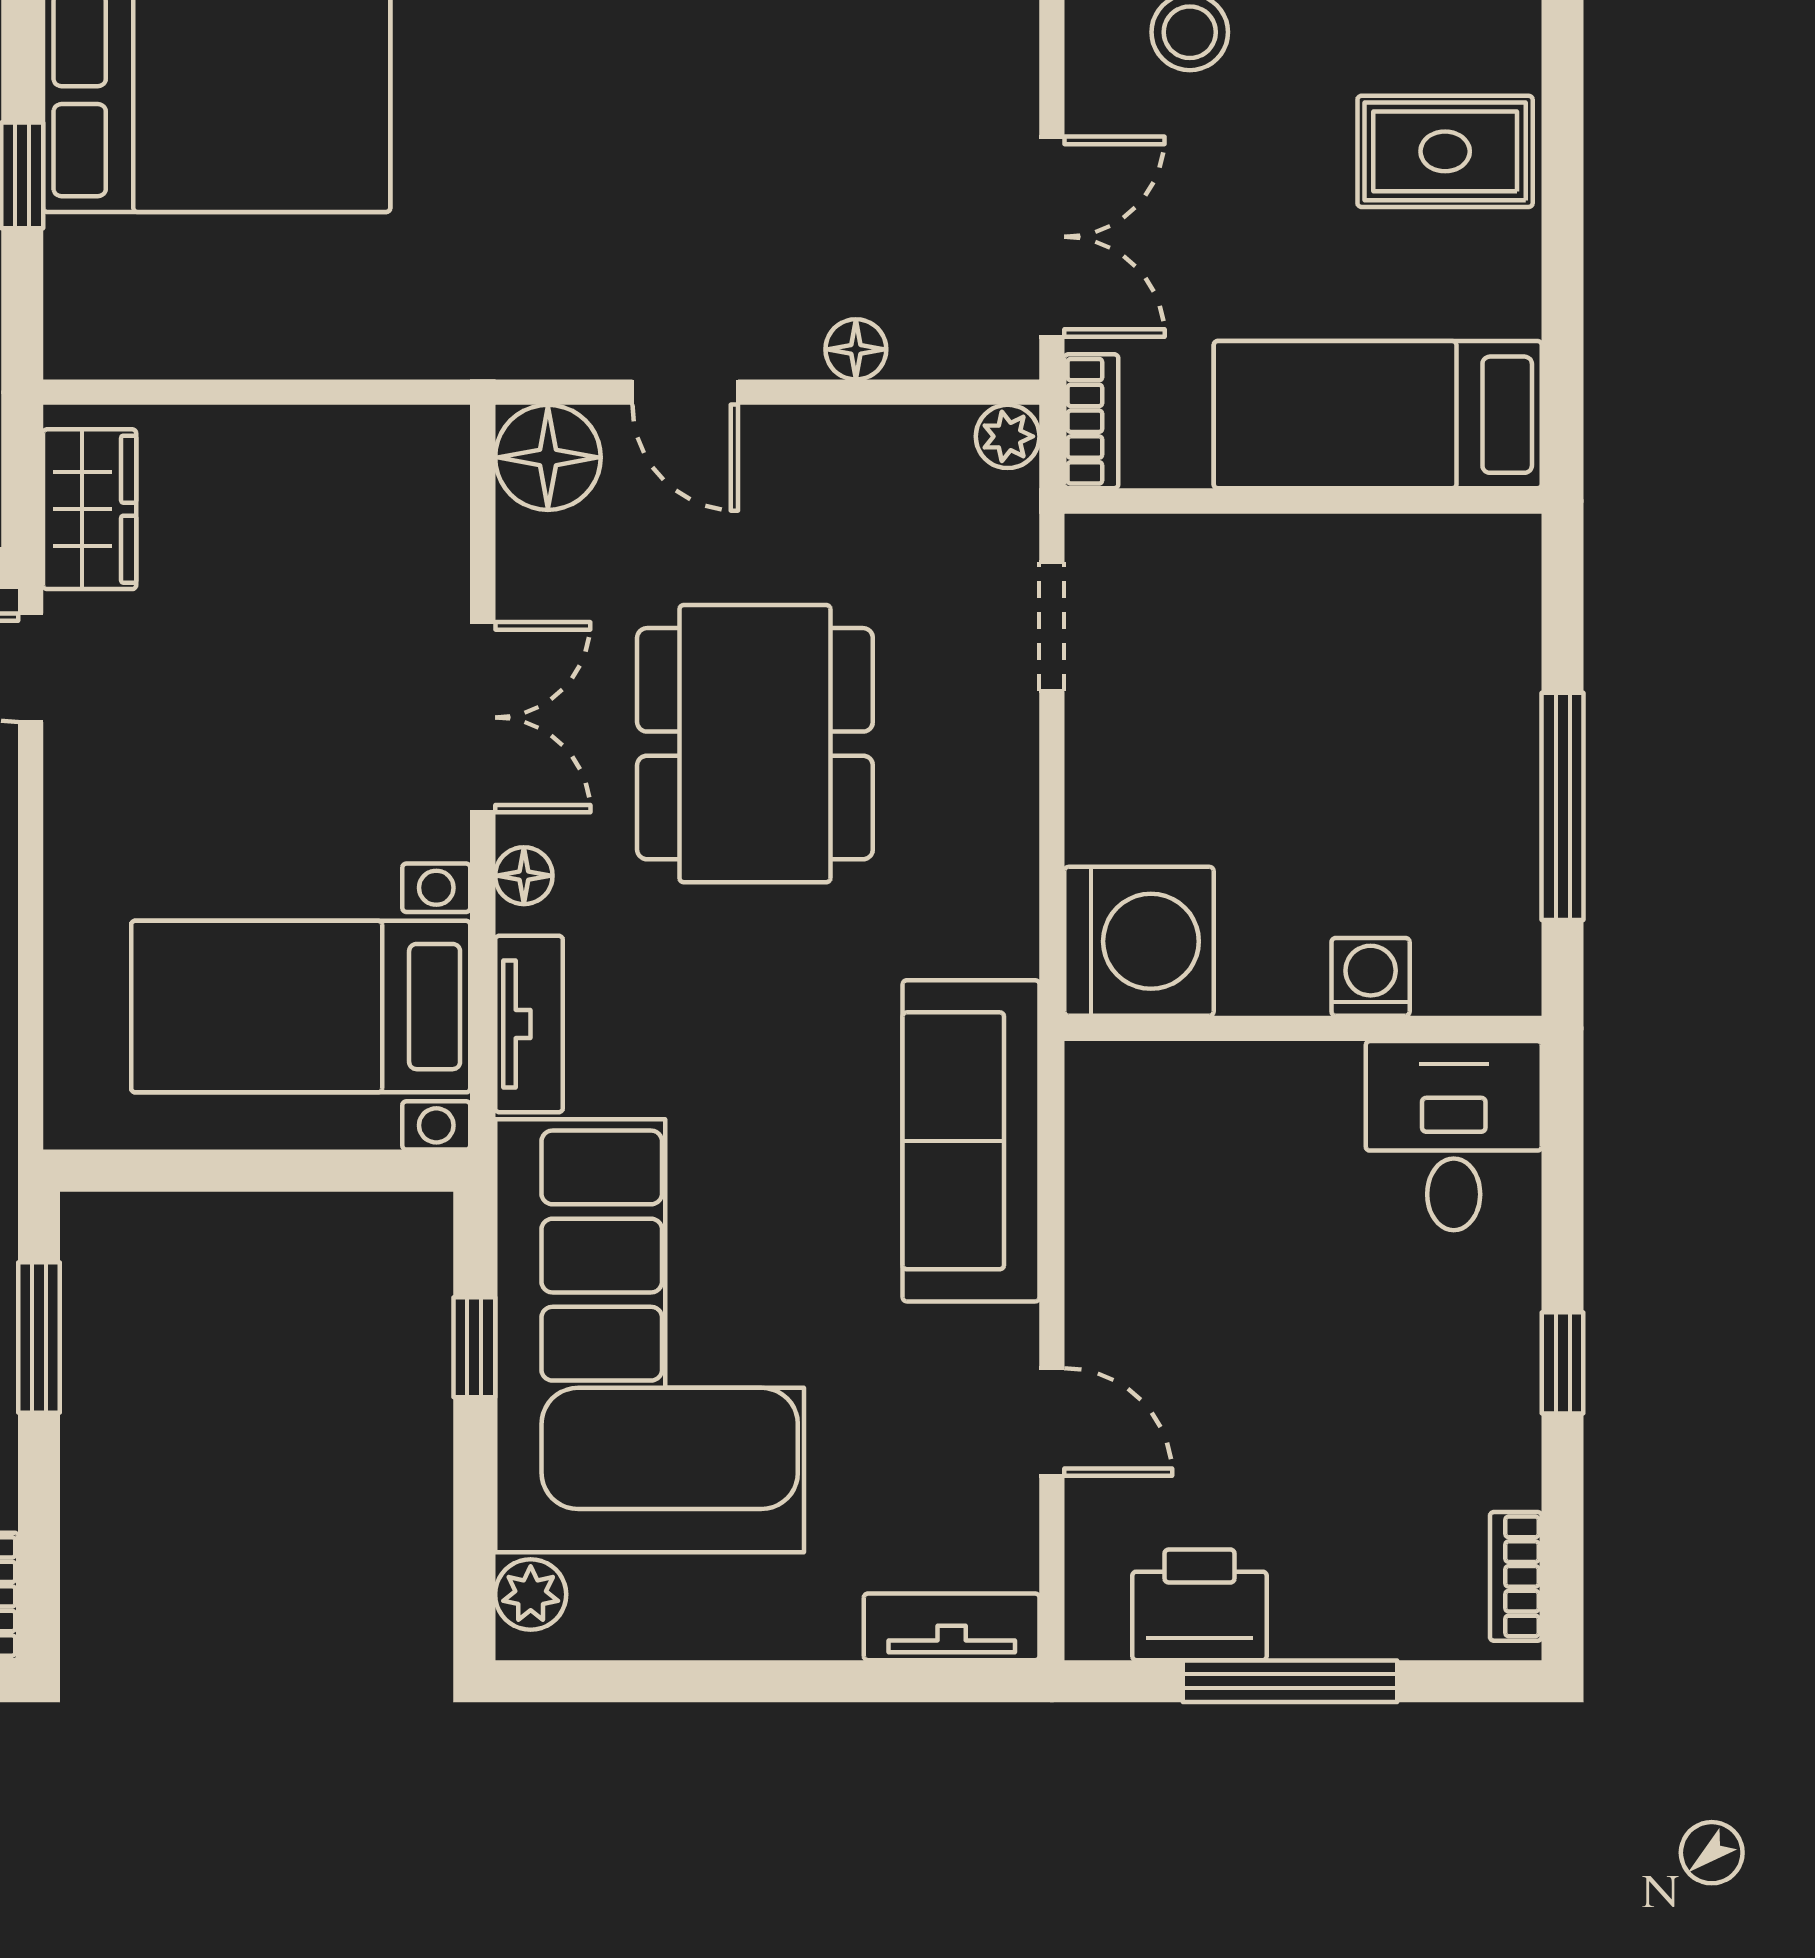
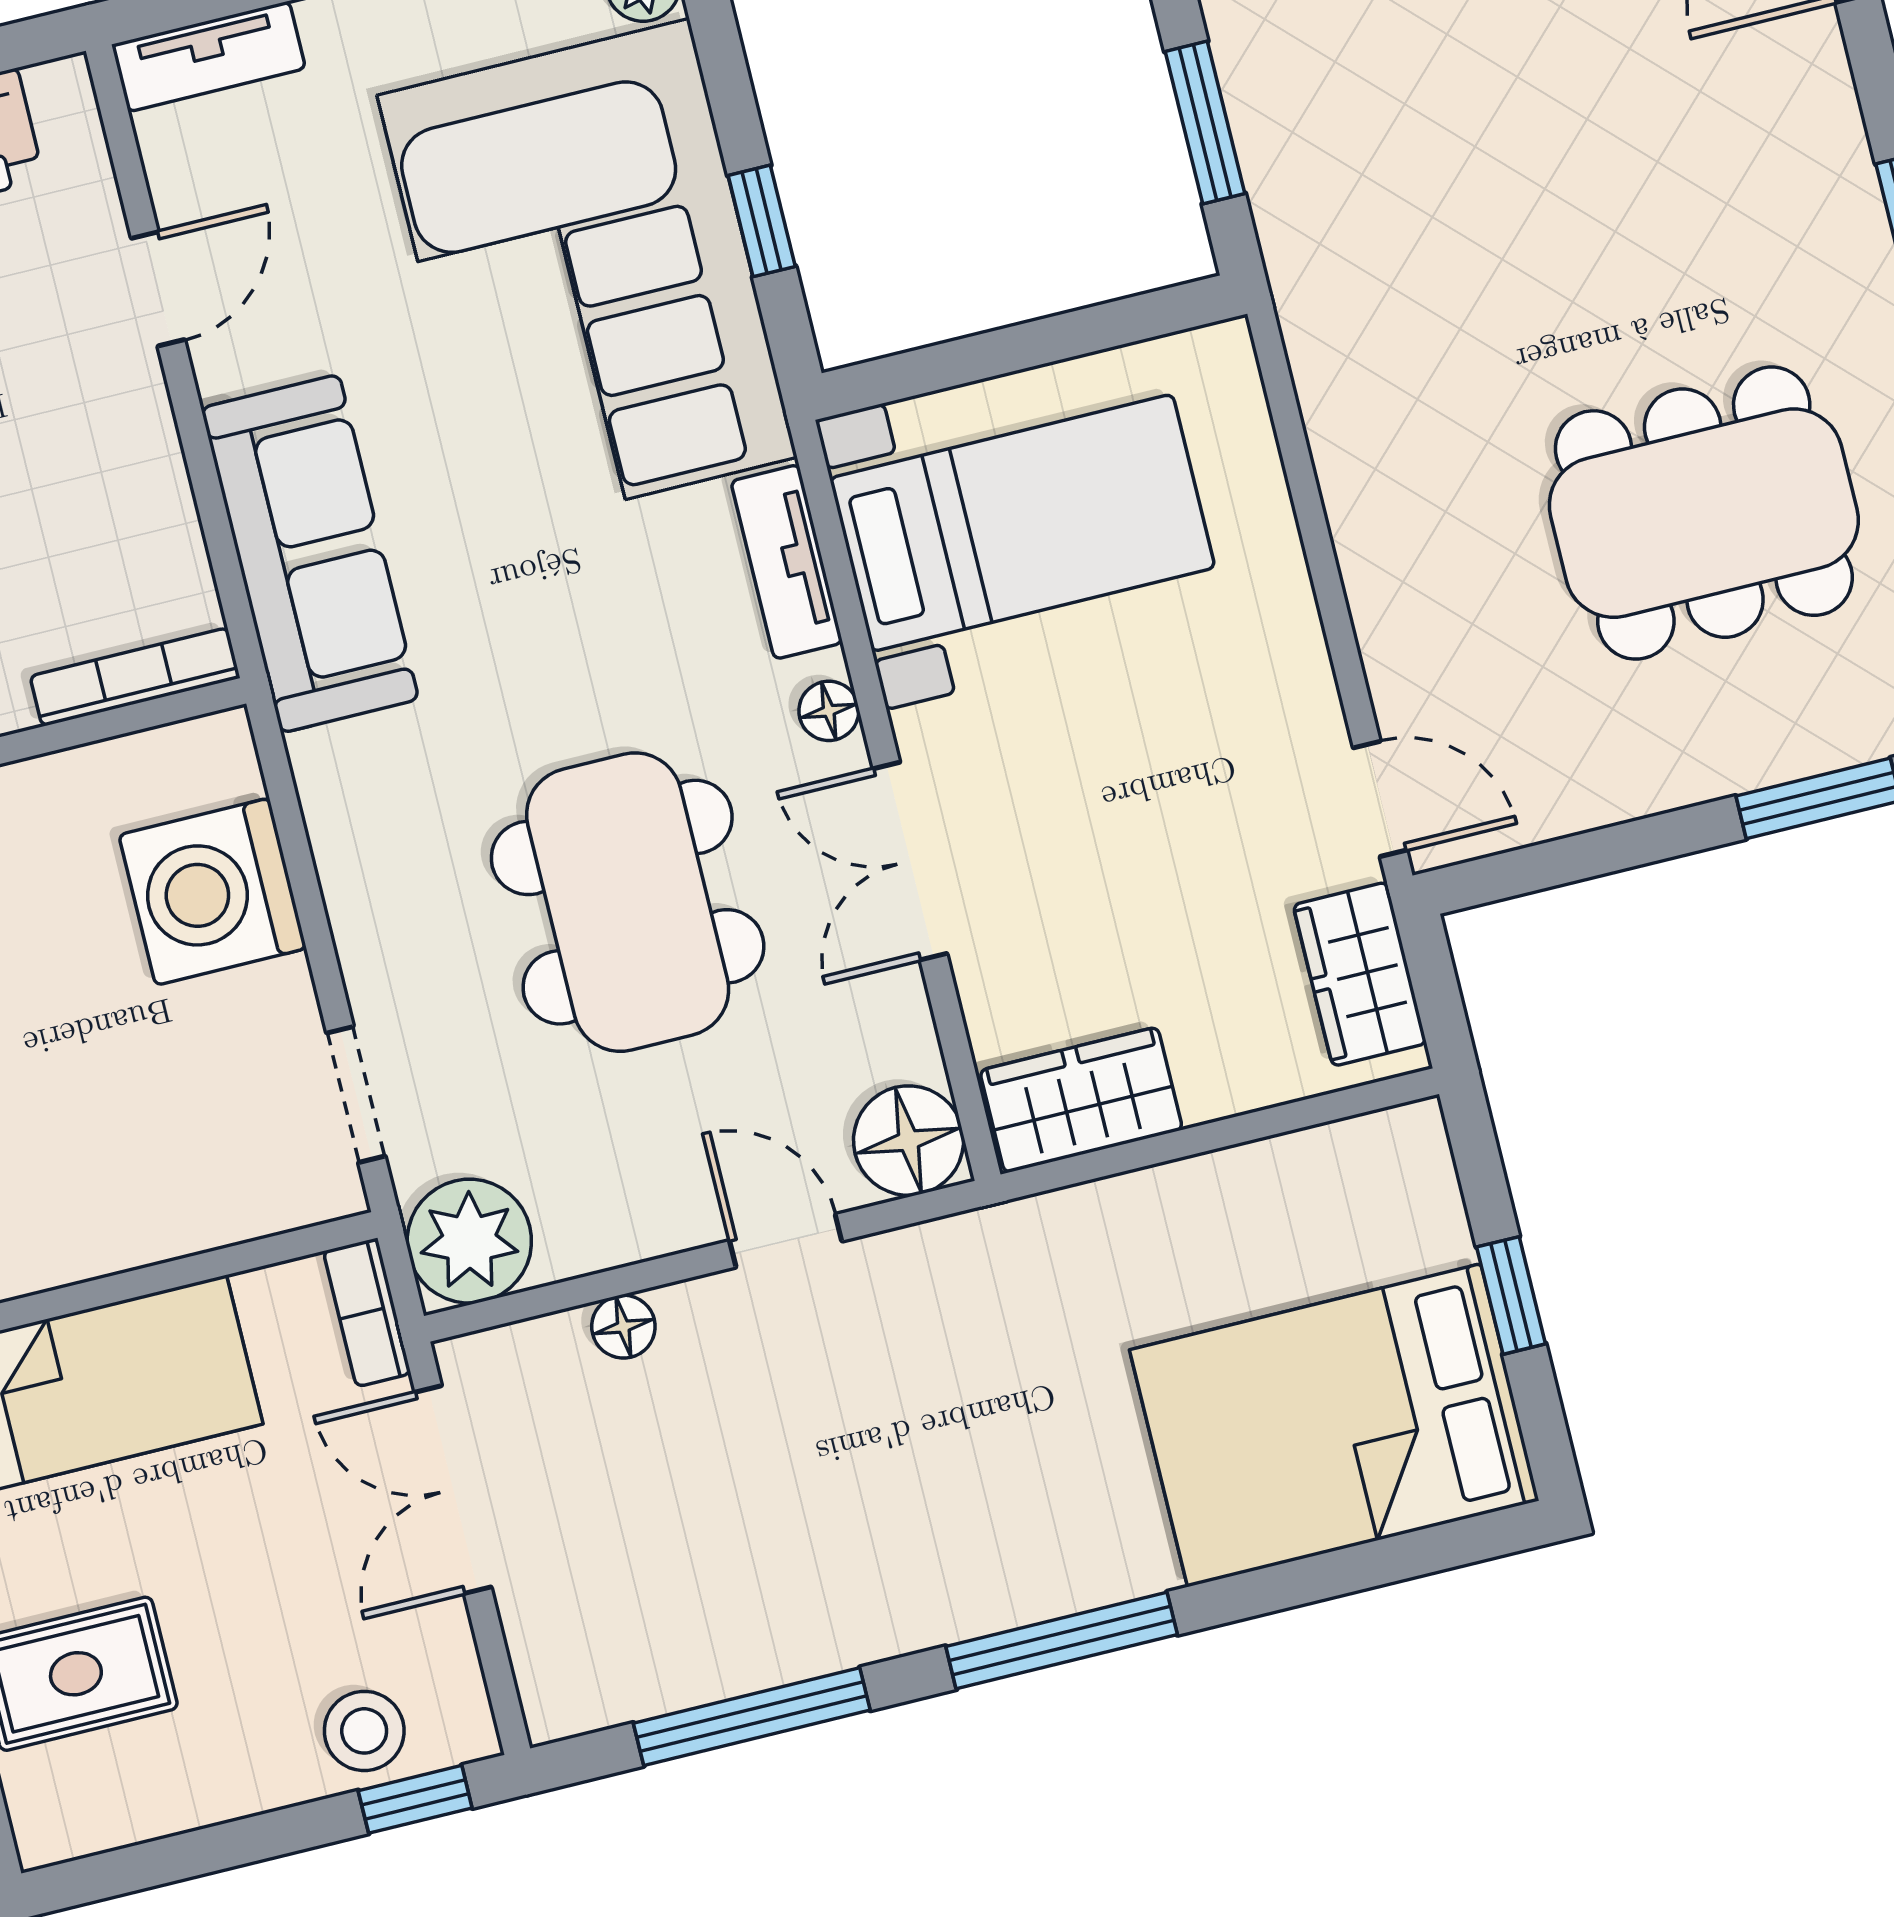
plant: (1008, 436) -> (469, 1241), width x1.88, depth x1.88
wardrobe: (378, 456) -> (1081, 1100), added
washing machine: (1139, 941) -> (213, 892), moved
bookcase: (1162, 1066) -> (135, 677), added
door: (1052, 1422) -> (158, 289), swing flipped

